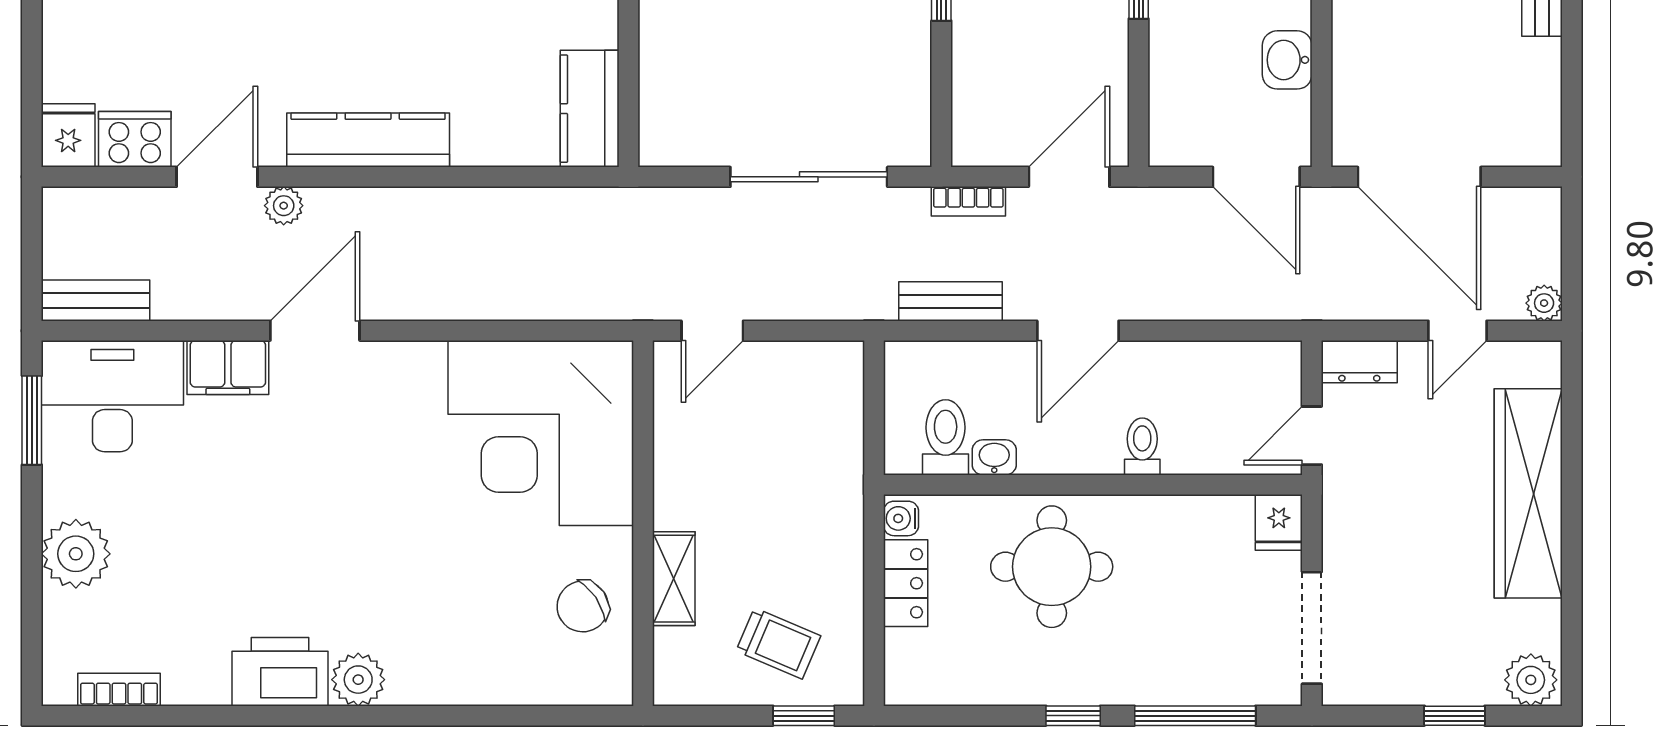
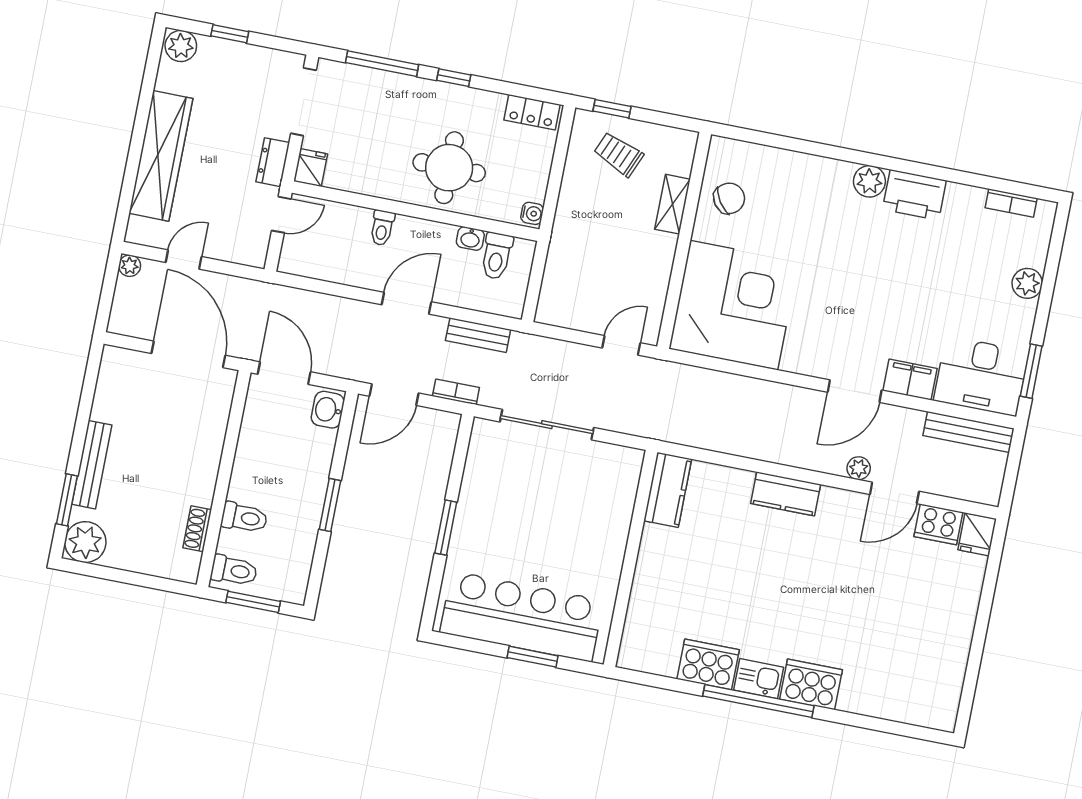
washbasin: (1287, 60) -> (328, 410), moved, turned 180
kitchen counter: (368, 140) -> (786, 494), width x0.67
bench: (95, 300) -> (969, 432), width x1.36
dresser: (1359, 362) -> (273, 162), moved, turned -90
plant: (76, 554) -> (1027, 283), width x0.73, depth x0.73
locker: (906, 583) -> (532, 112), moved, turned -90

